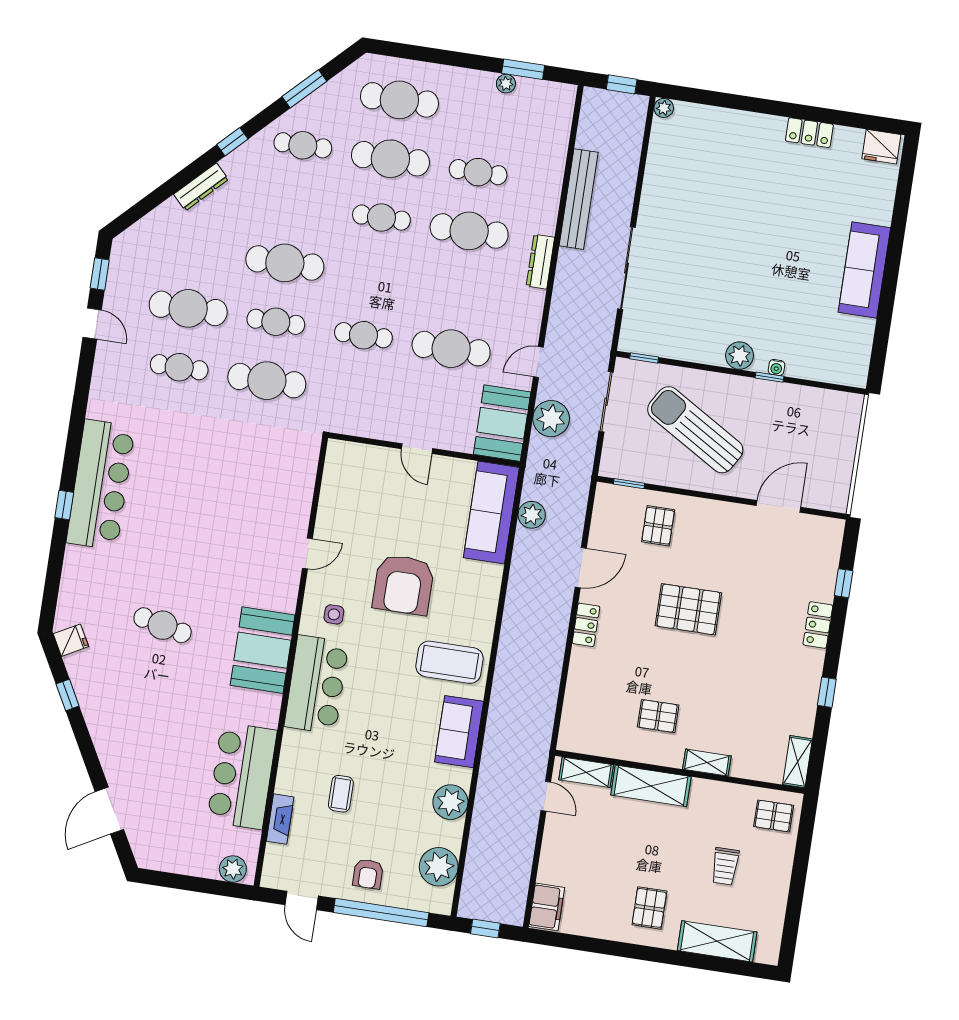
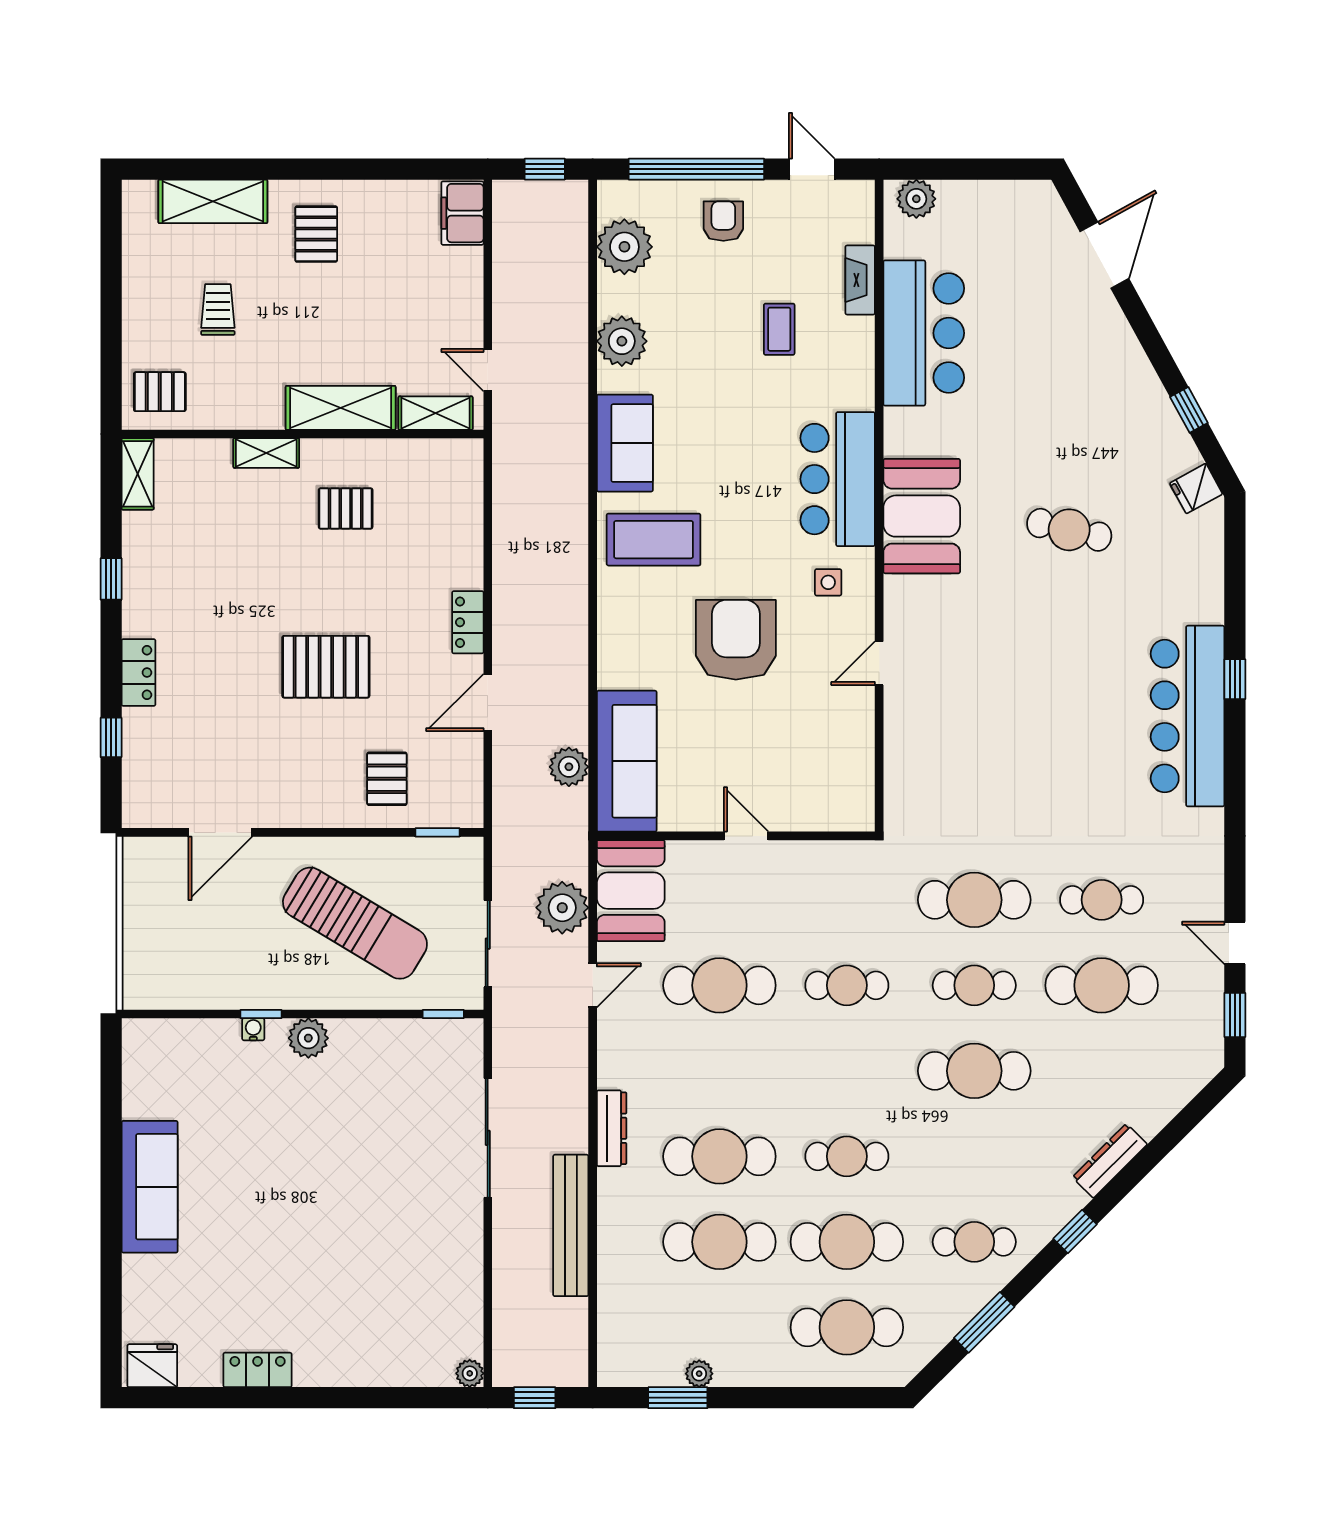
cafe table: (478, 172) -> (719, 1242), width x1.37, depth x1.35

